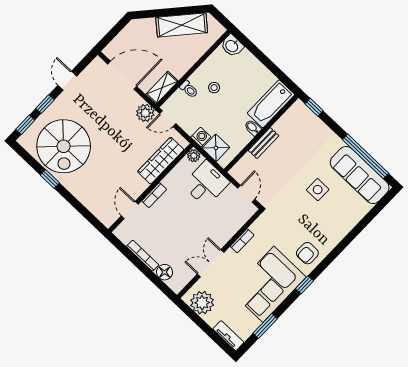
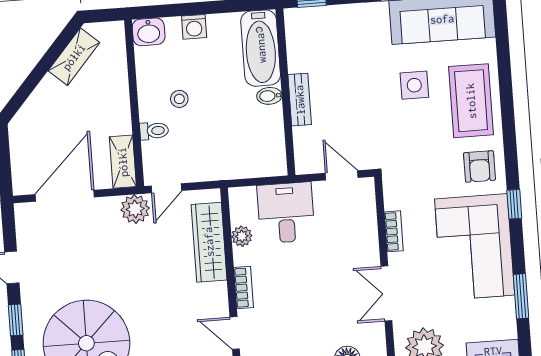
shelving: (182, 25) -> (74, 57), width x0.67, depth x0.75
washing machine: (201, 137) -> (194, 27), moved, turned 180
shower: (216, 148) -> (254, 162), removed
plant: (194, 156) -> (242, 236), moved
coffee table: (334, 222) -> (471, 101), added

